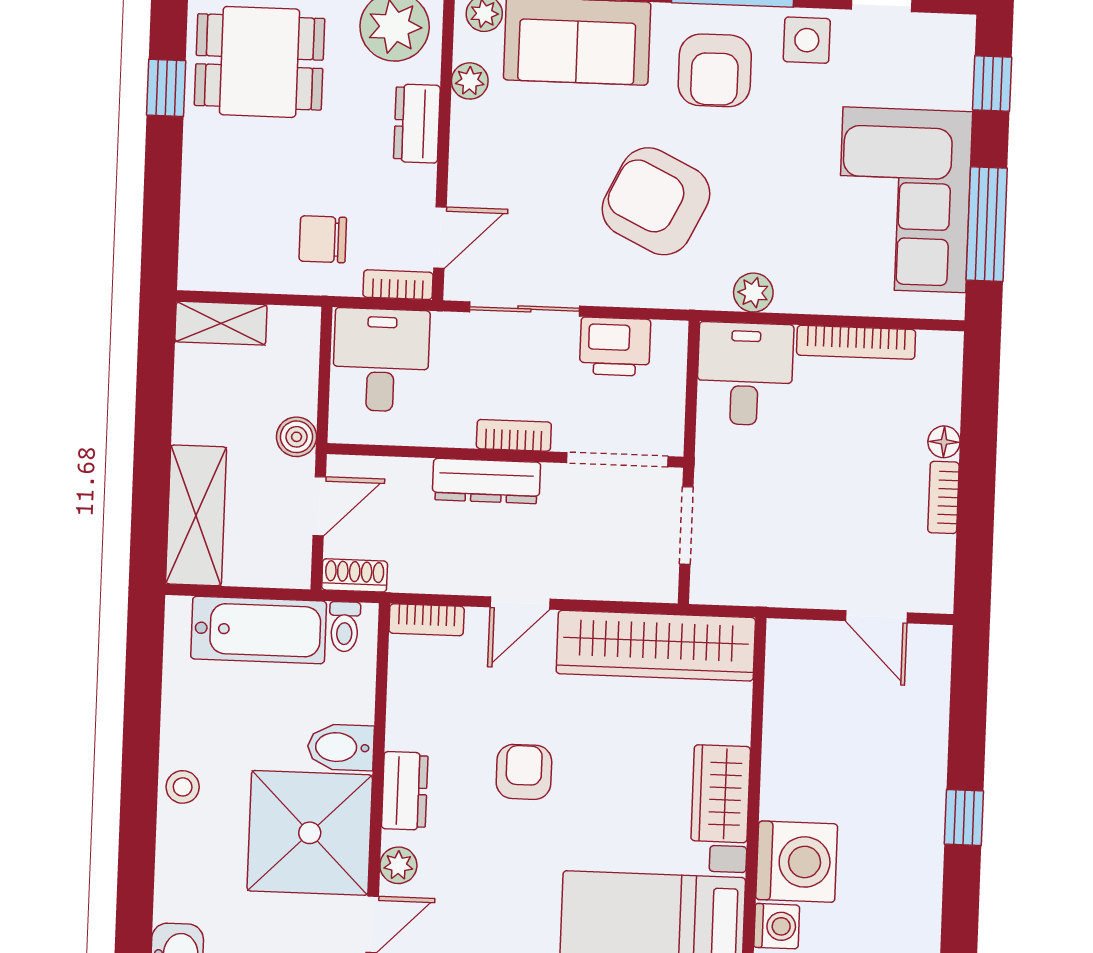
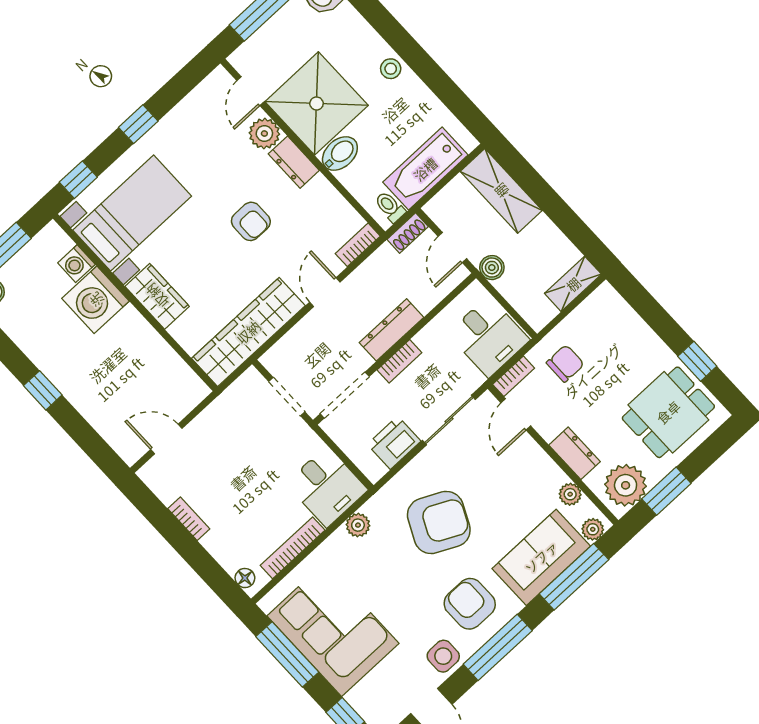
floor lamp: (944, 442) -> (245, 578), moved
plant: (398, 865) -> (264, 134), width x1.38, depth x1.38

